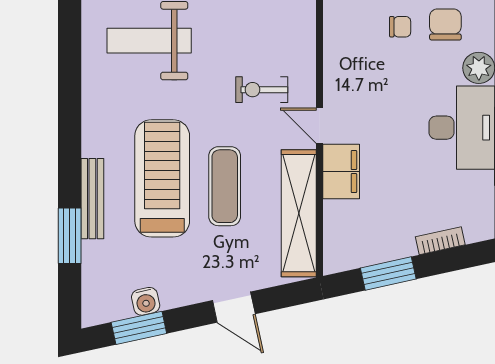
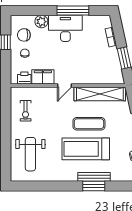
printer: (338, 25) -> (24, 78), added
exercise bike: (262, 90) -> (26, 111), moved
filing cabinet: (341, 172) -> (43, 77), moved
window: (70, 236) -> (94, 186), moved

